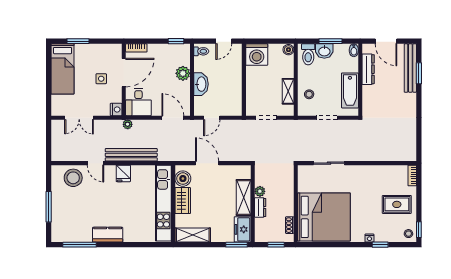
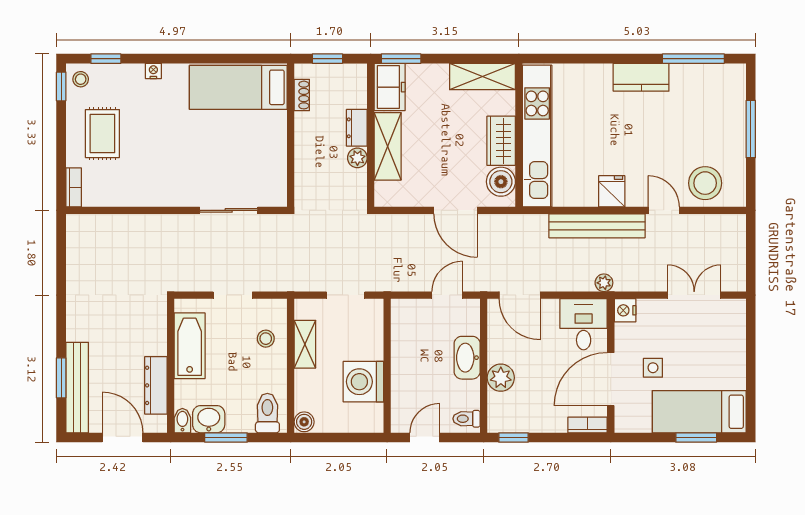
washbasin: (324, 51) -> (209, 419), moved
washing machine: (257, 55) -> (363, 382), moved, turned -90
bed: (63, 69) -> (699, 412), moved, turned -90
rug: (397, 204) -> (102, 134), turned 90
bed: (324, 217) -> (238, 87), width x0.49
window: (380, 245) -> (106, 59), moved

